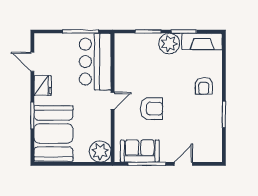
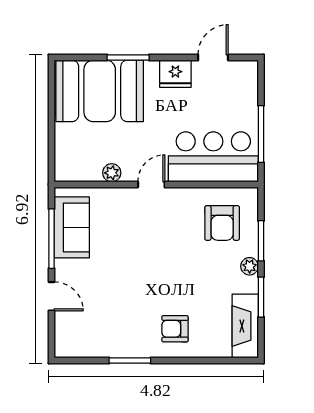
plant: (169, 44) -> (250, 266), width x0.53, depth x0.53
door: (113, 101) -> (151, 185), swing flipped
armchair: (151, 109) -> (222, 223), moved
plant: (100, 151) -> (112, 173), moved, width x0.53, depth x0.53

